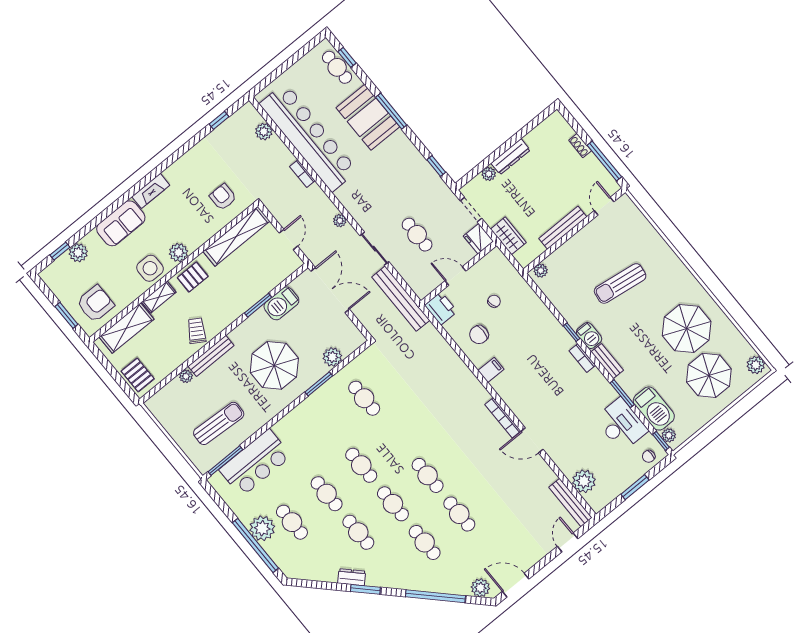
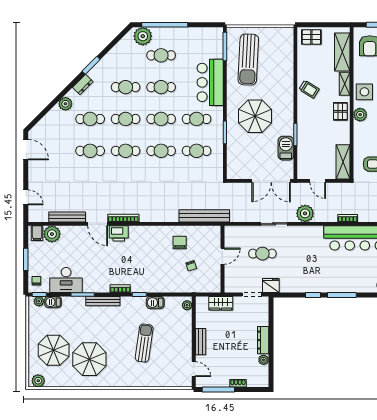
booth: (368, 117) -> (349, 279), removed
window: (436, 166) -> (313, 295), moved
plant: (489, 174) -> (264, 360), moved
plant: (340, 221) -> (305, 213), width x1.87, depth x1.87
bench: (563, 228) -> (201, 342), width x0.73
shelving: (236, 236) -> (343, 162), width x0.68
fridge: (478, 239) -> (271, 285), moved
bench: (401, 299) -> (204, 216), moved
printer: (441, 308) -> (119, 233), moved
barbecue: (589, 336) -> (155, 303), moved
bench: (211, 356) -> (289, 86), removed
plant: (332, 357) -> (233, 152), removed
bench: (607, 361) -> (103, 301), width x1.36
filing cabinet: (491, 370) -> (37, 233), moved
plant: (186, 376) -> (289, 63), removed
barbecue: (654, 409) -> (53, 302), width x0.53, depth x0.65
sun lounger: (219, 423) -> (248, 60), width x1.36, depth x1.34
cafe table: (330, 427) -> (197, 119), added
cafe table: (396, 437) -> (161, 151), added
door: (532, 440) -> (98, 224), swing flipped
bar counter: (255, 463) -> (210, 82), moved
bench: (570, 503) -> (67, 217), moved
plant: (262, 528) -> (143, 36), moved
dresser: (352, 577) -> (83, 84), moved
door: (516, 585) -> (26, 150), hinge flipped
plant: (480, 588) -> (65, 104), moved
window: (435, 596) -> (56, 101), removed

